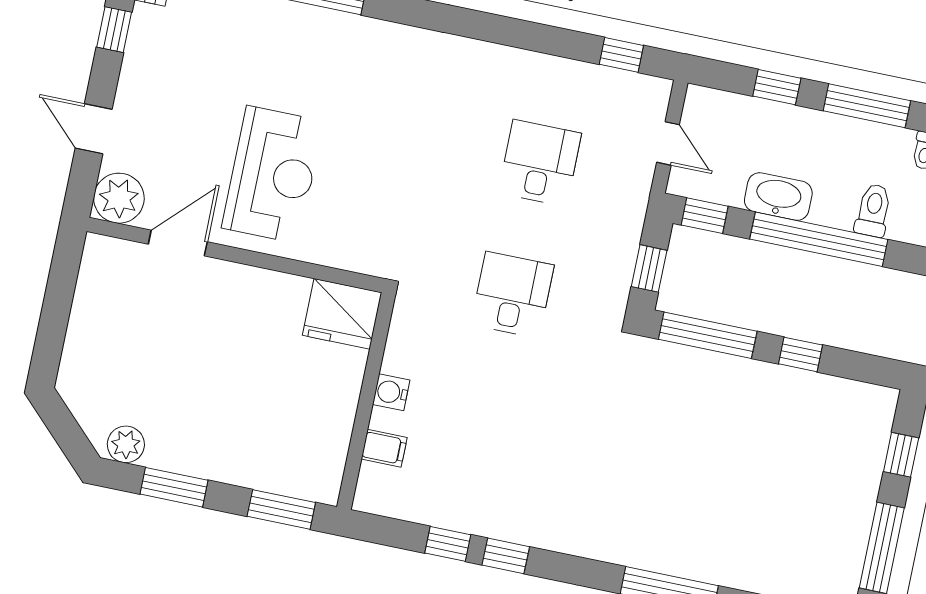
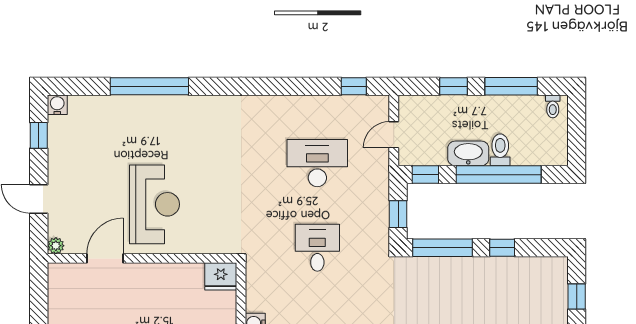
door: (668, 143) -> (394, 135), swing flipped
desk: (540, 163) -> (317, 163), width x1.37
plant: (119, 198) -> (56, 246), width x0.53, depth x0.53
toilet: (873, 210) -> (500, 150), moved
fridge: (342, 314) -> (221, 276), width x0.73, depth x0.75

